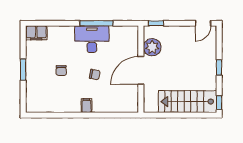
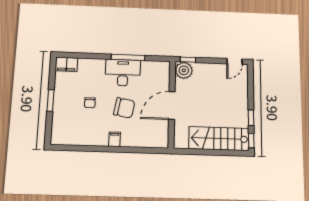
plant: (152, 47) -> (184, 70), moved
window: (219, 68) -> (251, 118), moved
chair: (95, 74) -> (124, 108), width x1.87, depth x1.87

